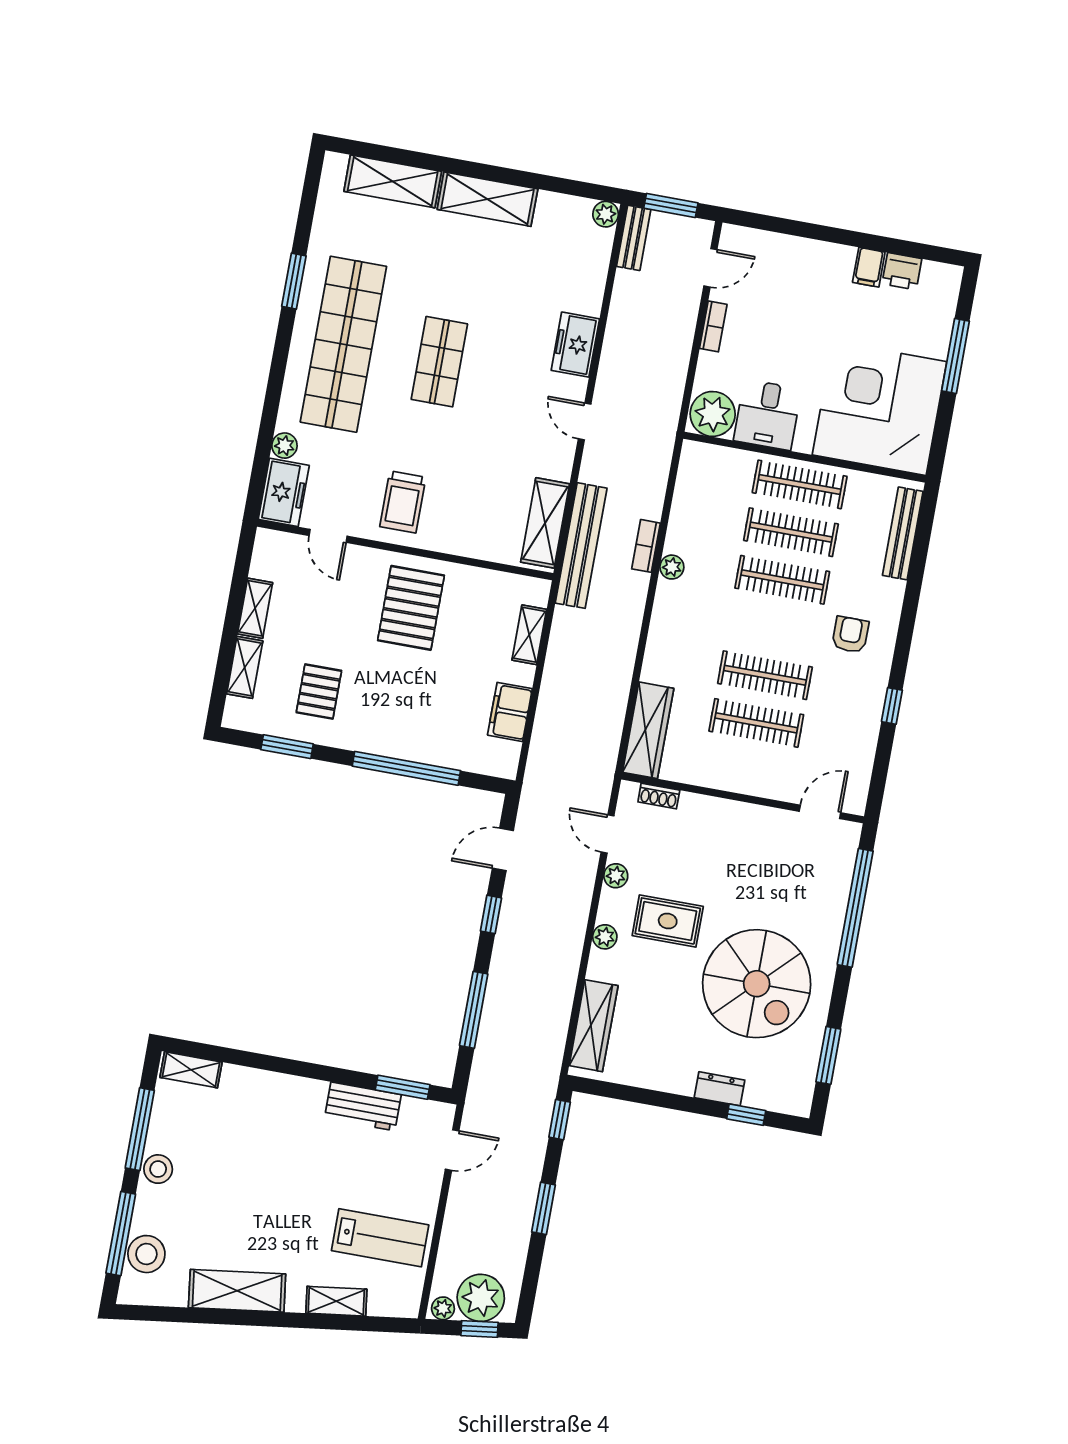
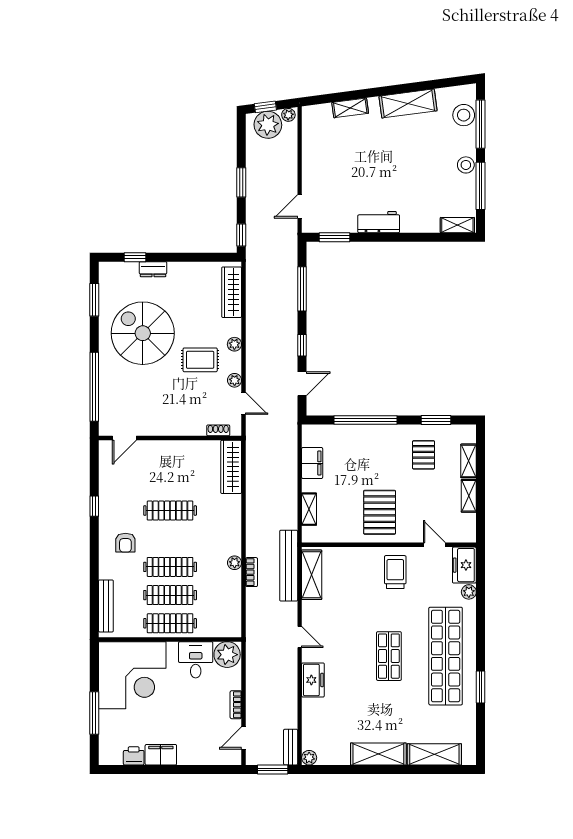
filing cabinet: (869, 267) -> (161, 755), width x2.00
clothes rail: (756, 723) -> (170, 482), removed
workbench: (363, 1106) -> (379, 222), moved
lab bench: (380, 1238) -> (332, 149), removed

